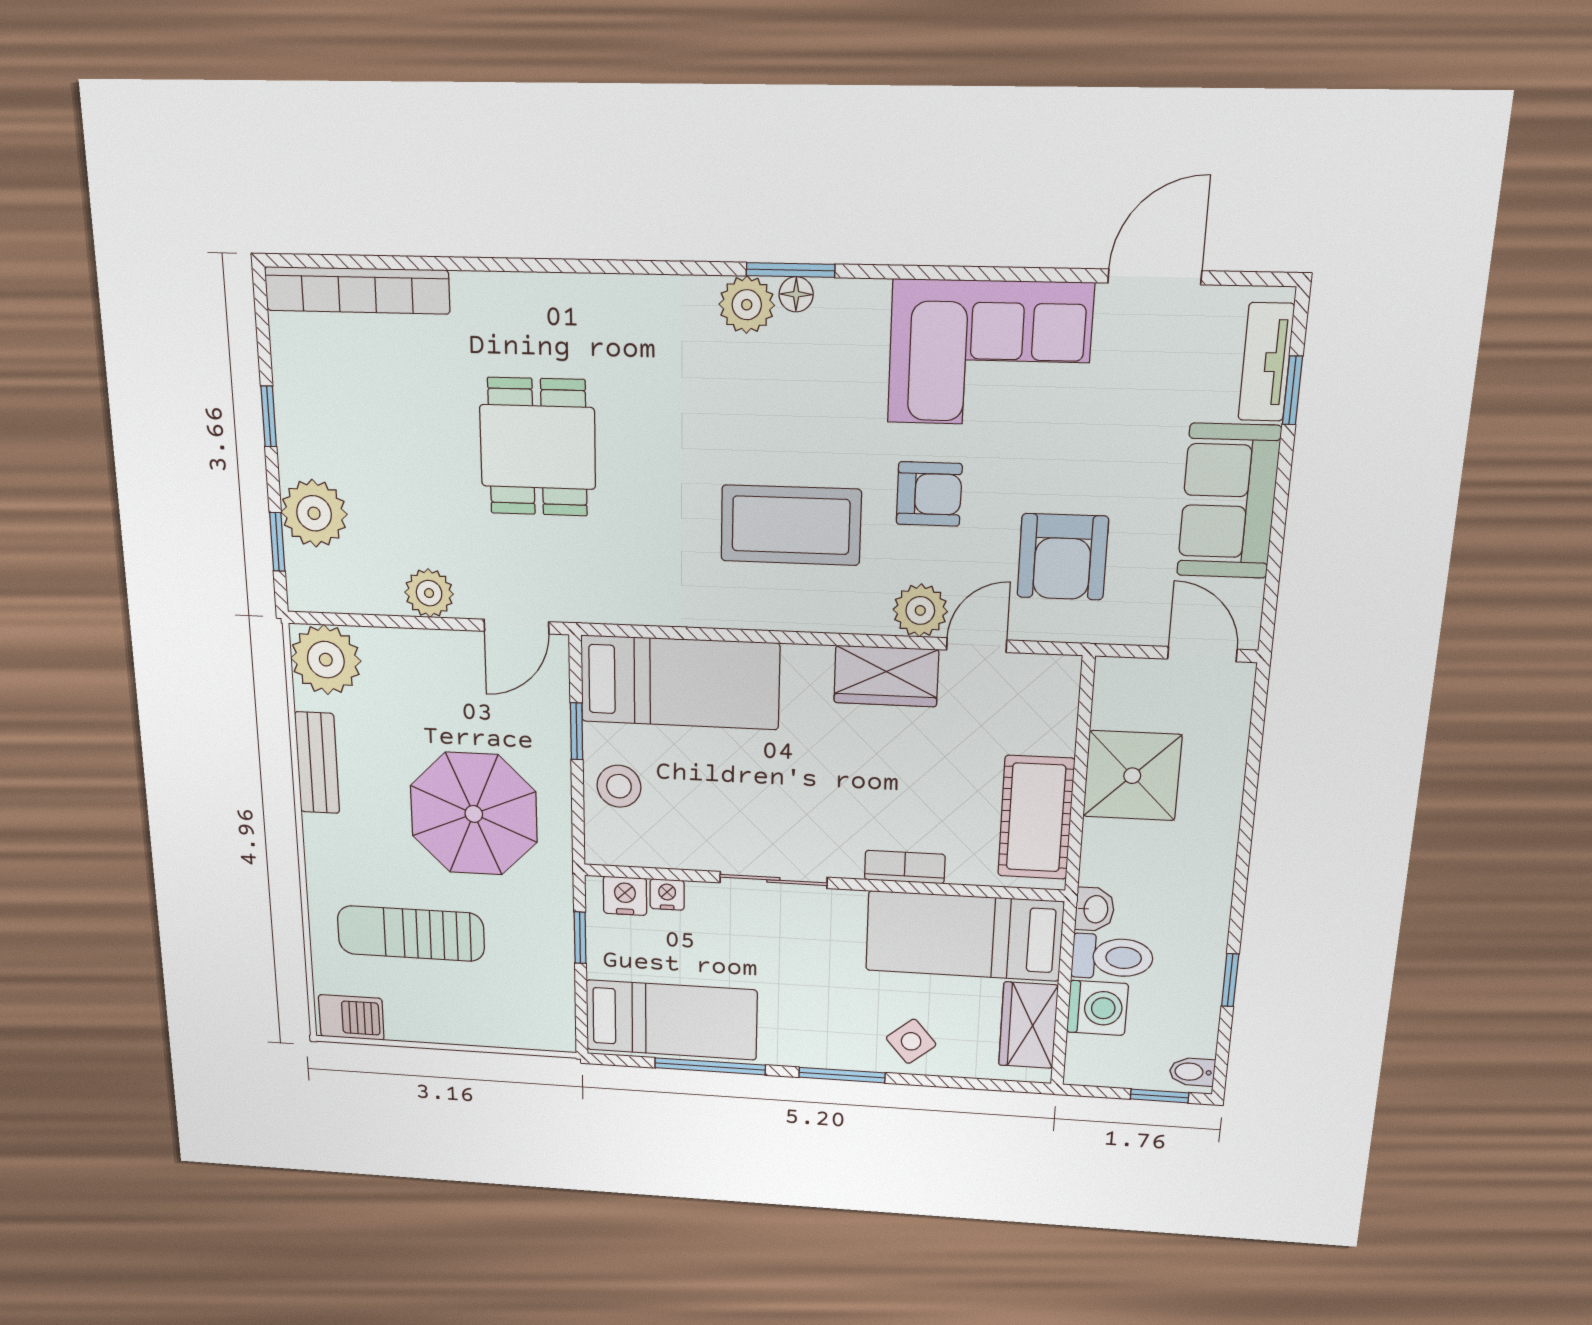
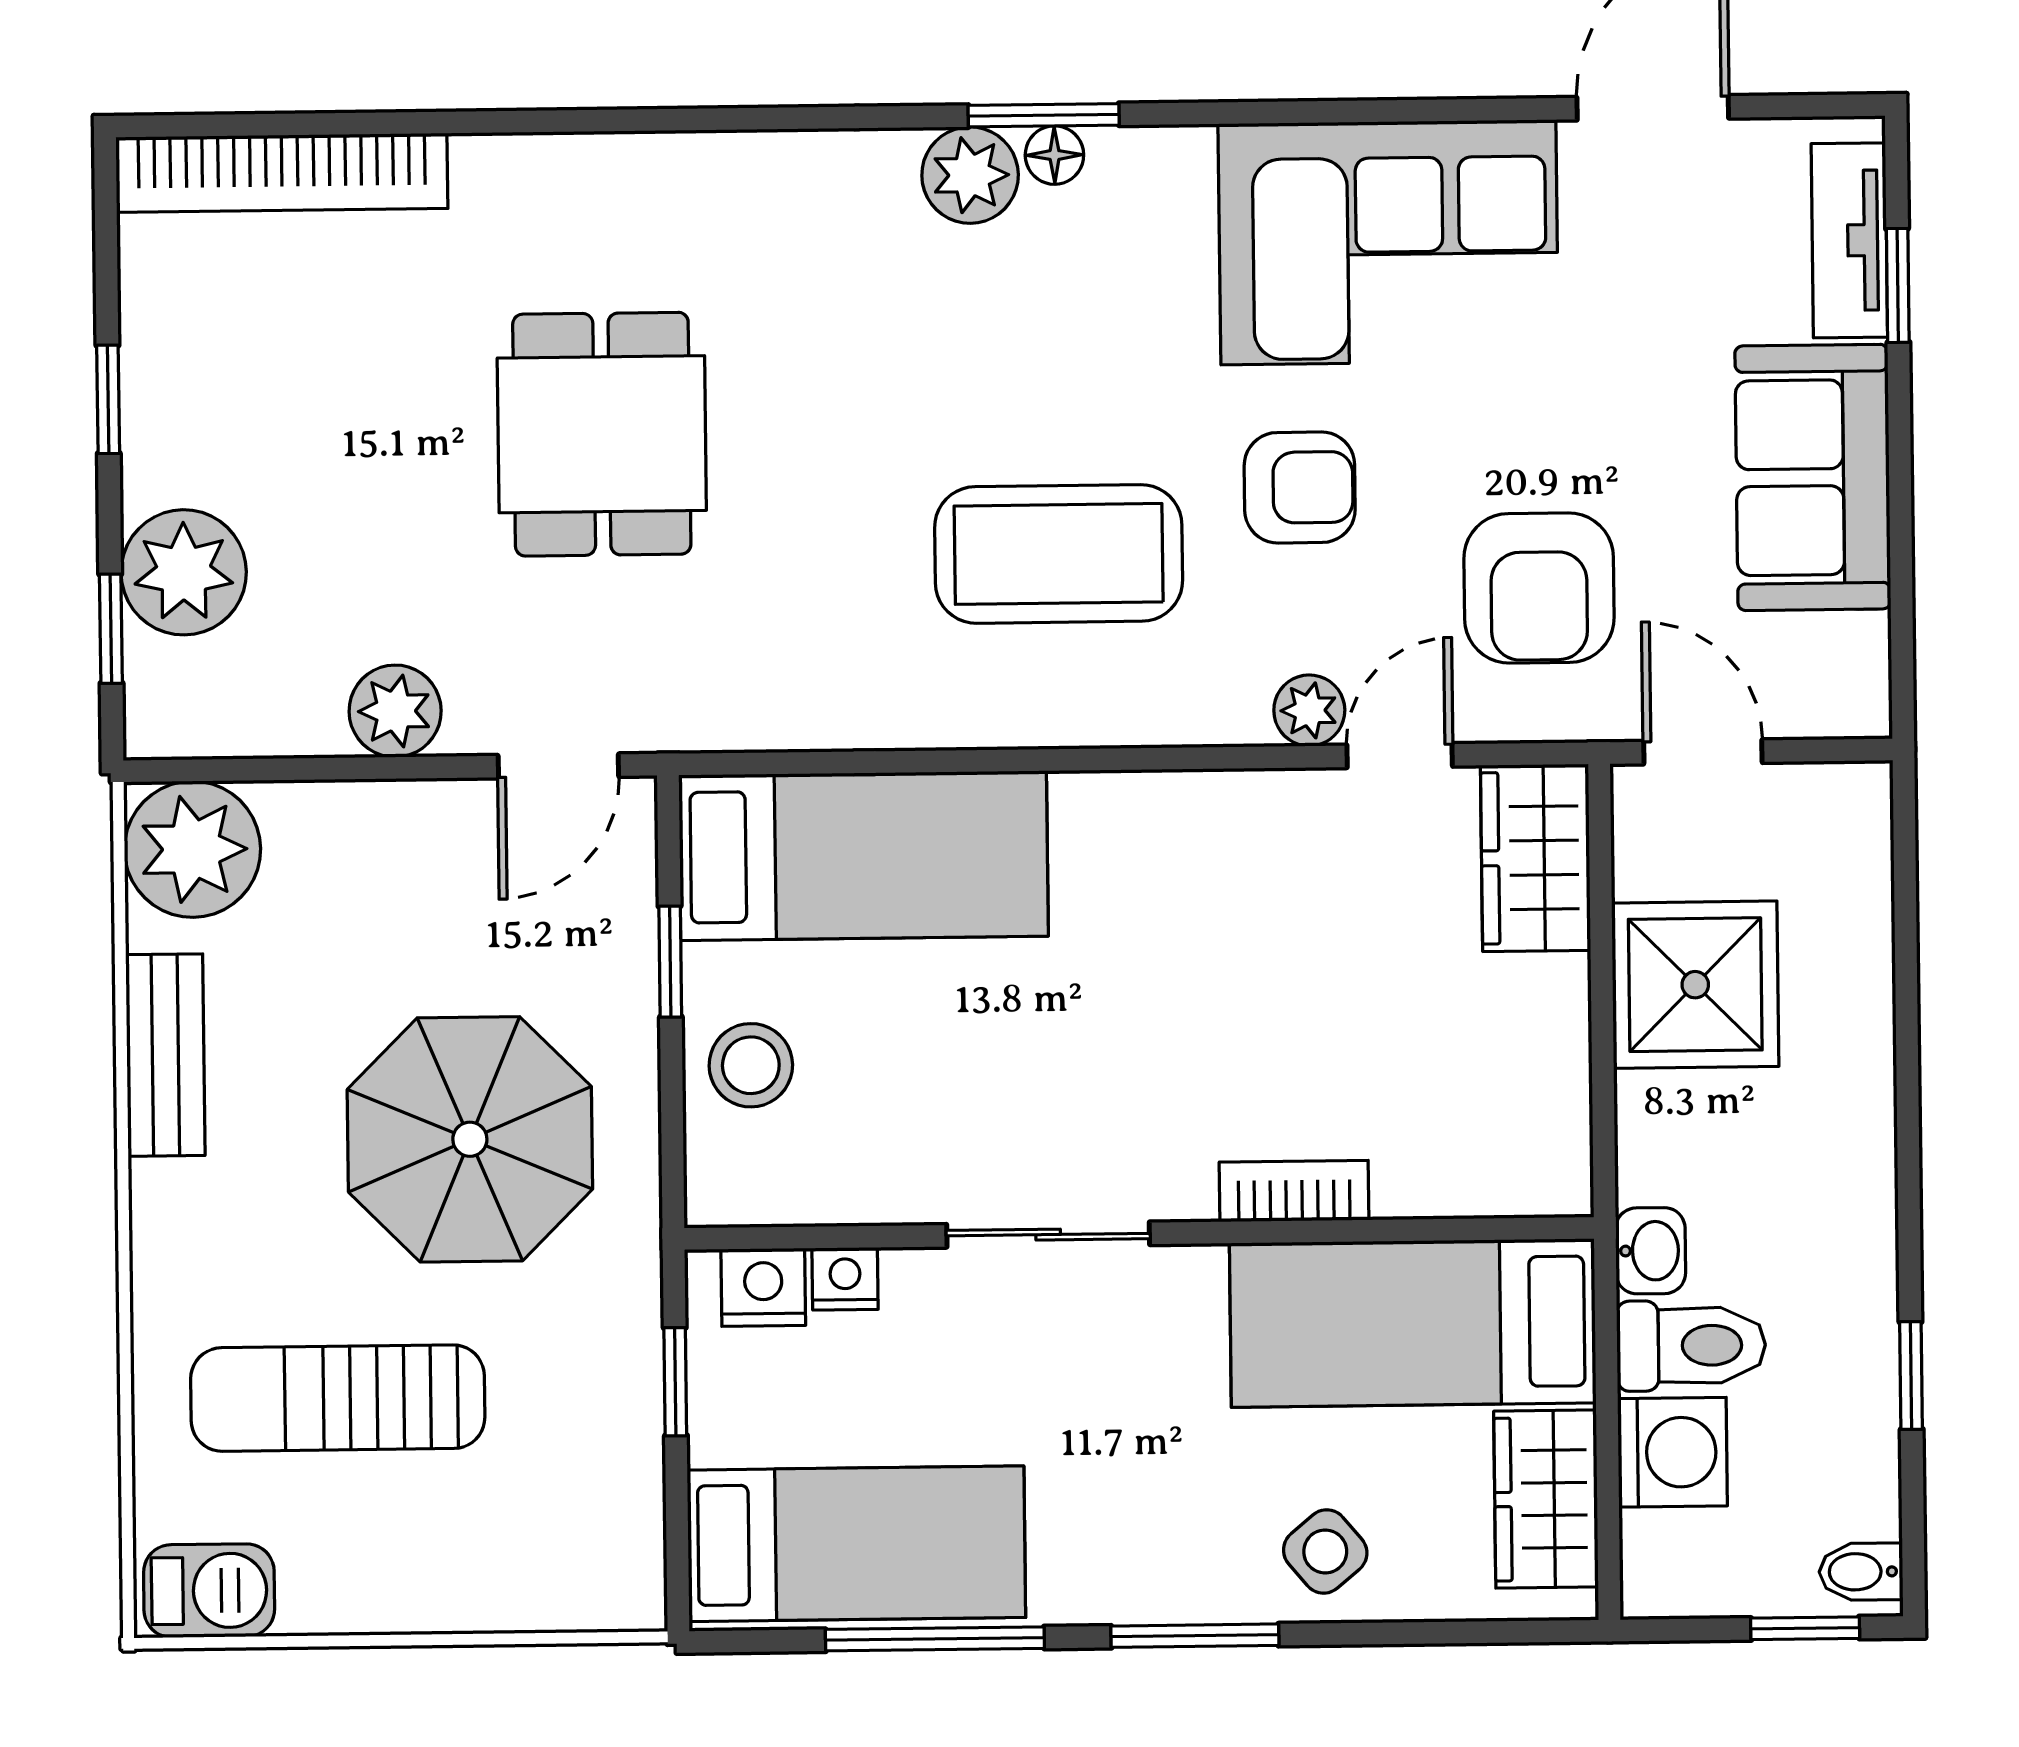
plant: (920, 610) -> (1309, 710), width x0.73, depth x0.73
door: (1202, 654) -> (1703, 752), moved
wardrobe: (886, 676) -> (1536, 858), moved, turned 90
cot: (1036, 818) -> (1529, 1077), removed

